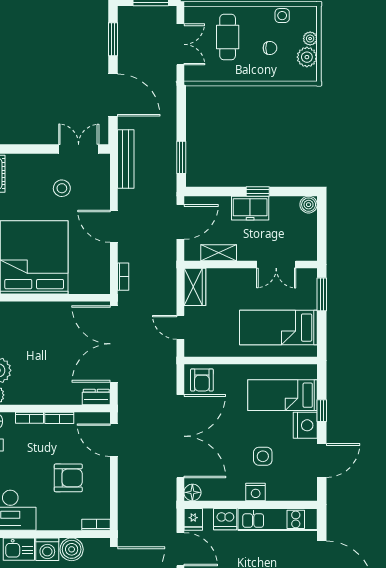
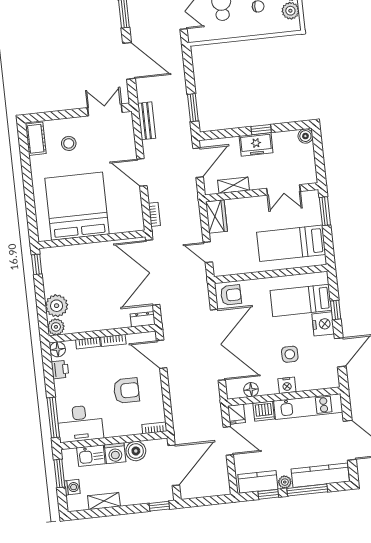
bench: (126, 159) -> (147, 121), width x0.73
stool: (62, 188) -> (69, 143), moved
armchair: (202, 380) -> (231, 295), turned -90
floor lamp: (192, 492) -> (251, 390), moved

